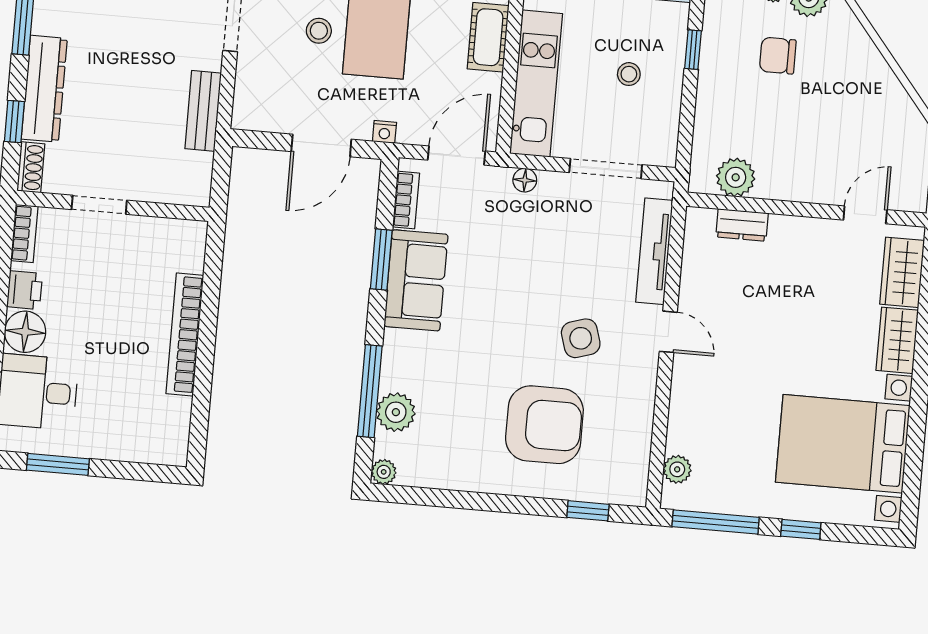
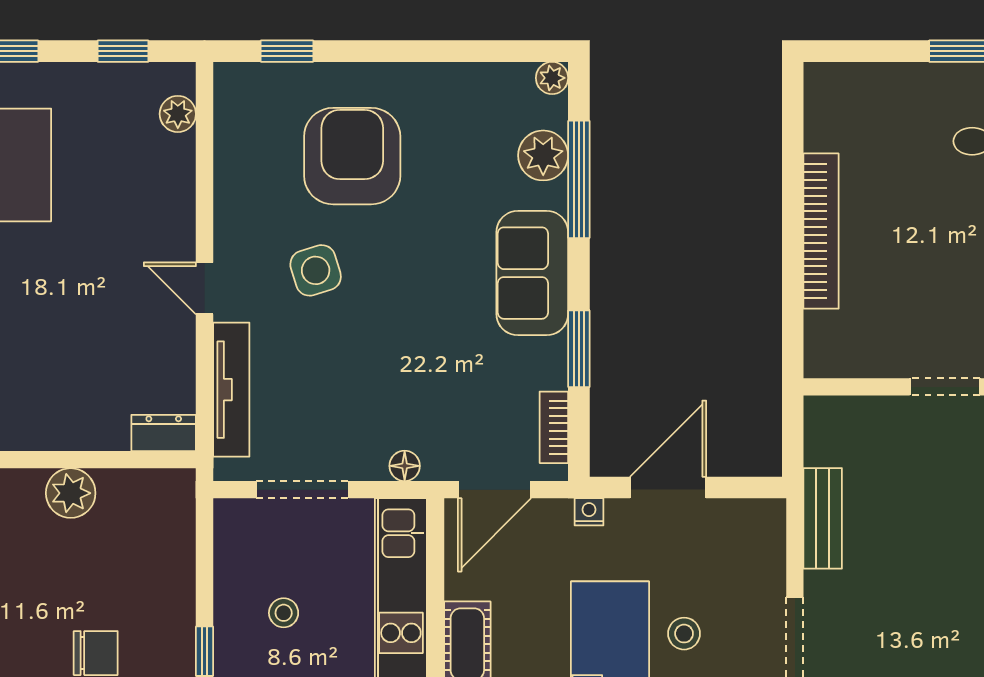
plant: (736, 177) -> (71, 493), moved
dresser: (742, 225) -> (164, 433), moved
sofa: (416, 280) -> (532, 273), moved
armchair: (544, 425) -> (352, 156), turned 90
window: (716, 522) -> (123, 51), width x0.46

